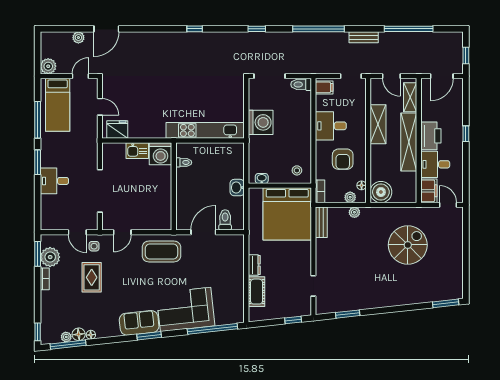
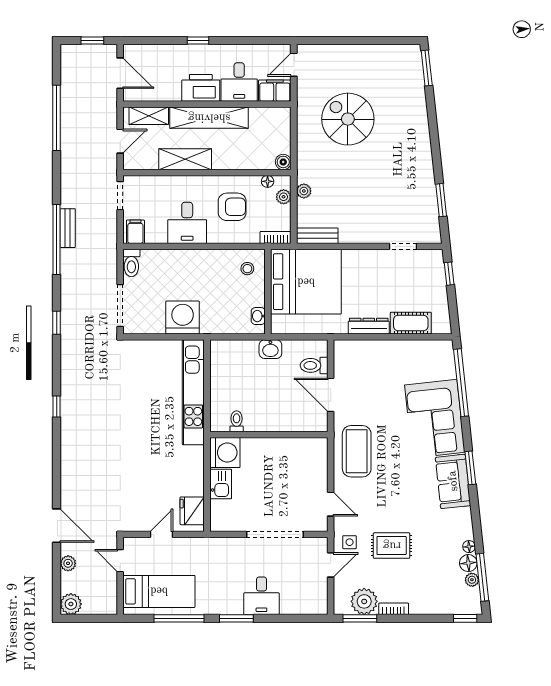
bench: (364, 37) -> (68, 228), moved
plant: (48, 66) -> (71, 604), moved
boiler: (381, 192) -> (283, 162), width x0.54, depth x0.54
dresser: (254, 265) -> (369, 326), width x1.44

